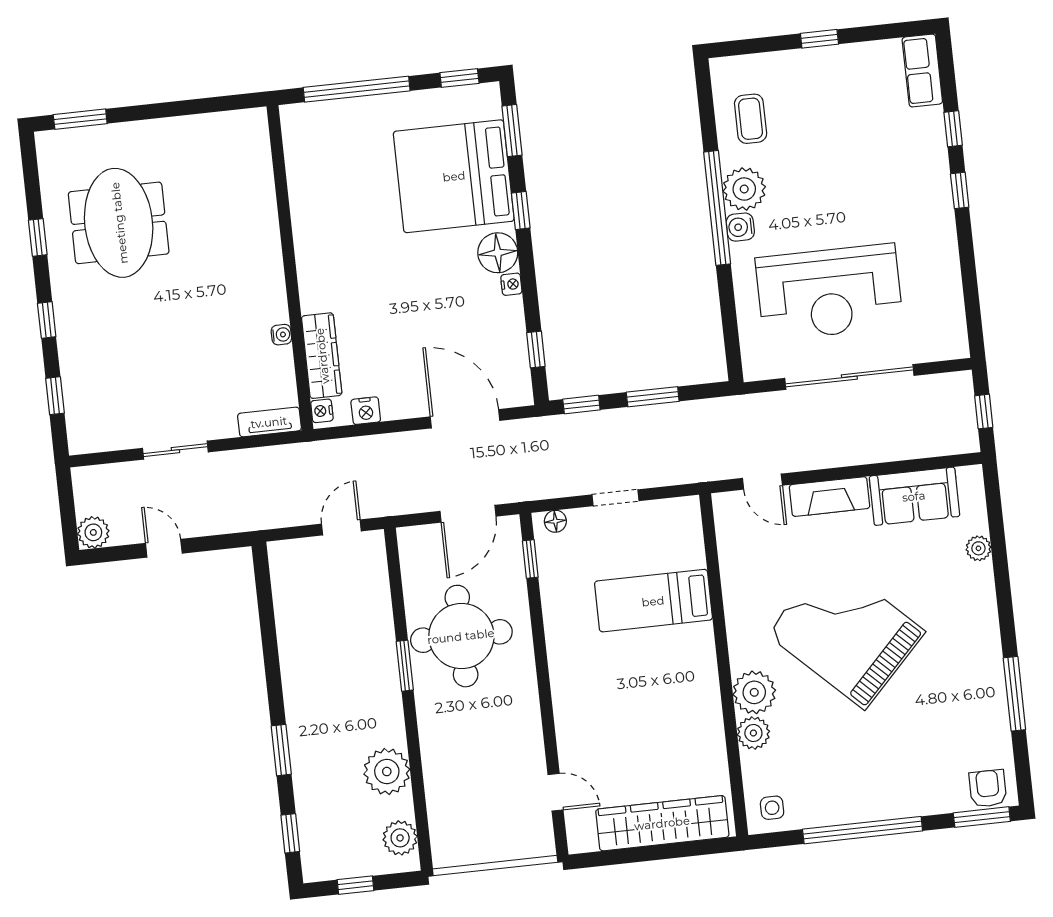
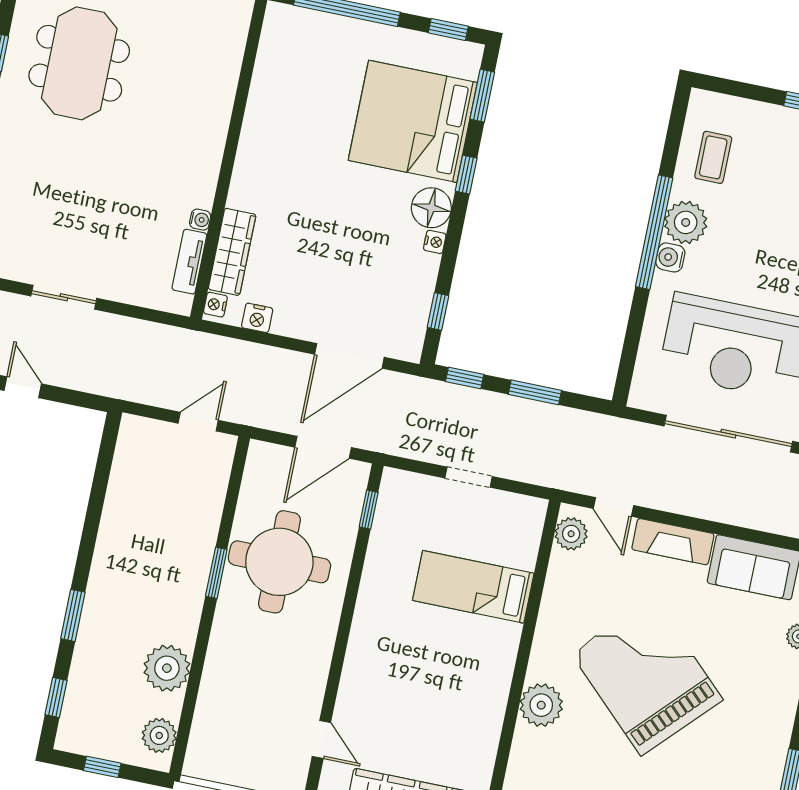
door: (465, 419) -> (349, 356), swing flipped
tv unit: (269, 422) -> (189, 262), moved, turned -90
floor lamp: (555, 521) -> (404, 481), removed
plant: (753, 733) -> (571, 534), moved

